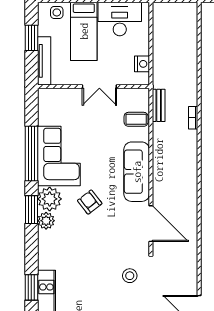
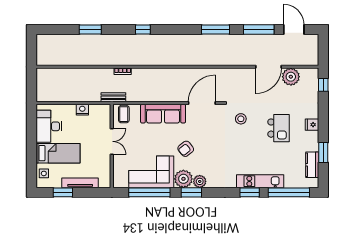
wall: (93, 87) -> (112, 146), moved
double door: (99, 87) -> (112, 141), moved

